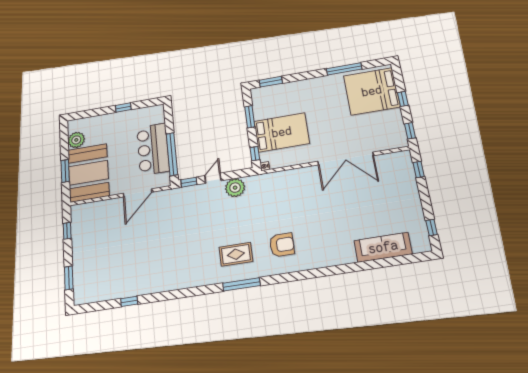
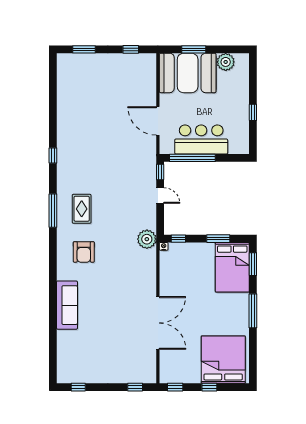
window: (344, 69) -> (253, 311), moved
bed: (282, 132) -> (232, 267), moved
double door: (346, 159) -> (158, 323), swing flipped
plant: (235, 188) -> (147, 239), moved
sofa: (383, 247) -> (67, 305), moved
window: (129, 301) -> (53, 155), moved

